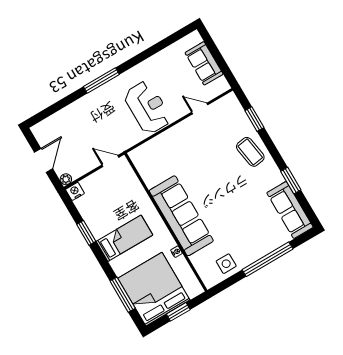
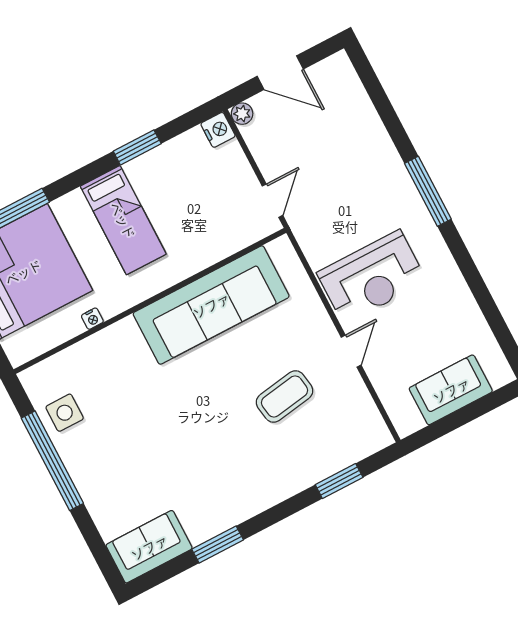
door: (200, 108) -> (351, 351), moved
coffee table: (250, 152) -> (284, 396), moved
sofa: (290, 210) -> (149, 547), width x0.73
sofa: (181, 216) -> (211, 305), moved
window: (268, 259) -> (52, 461), moved

